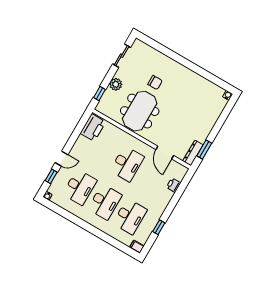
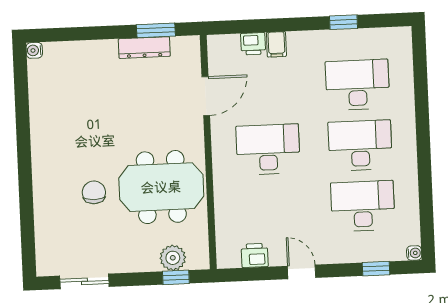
plant: (116, 84) -> (173, 258), moved
printer: (93, 128) -> (255, 255), width x0.53, depth x0.68
dresser: (193, 153) -> (144, 48), moved
door: (61, 159) -> (302, 272), moved
filing cabinet: (137, 247) -> (276, 44), moved

